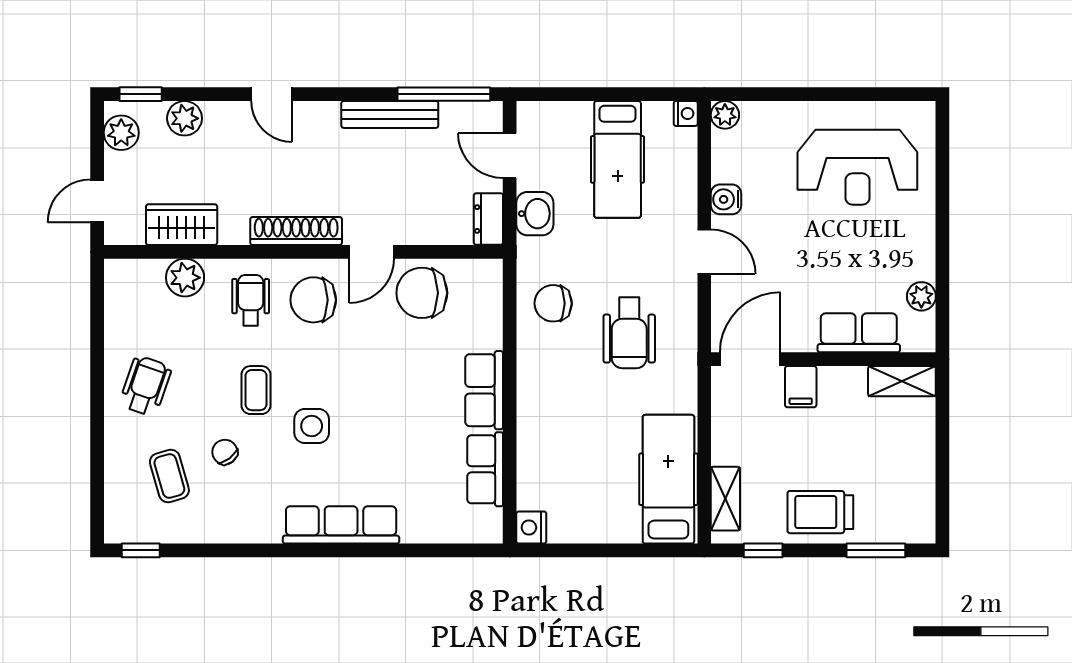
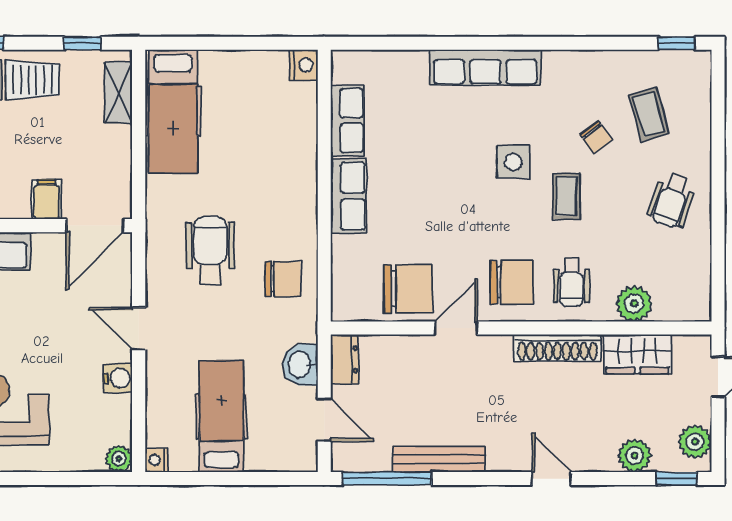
shoe rack: (296, 231) -> (557, 348), moved

